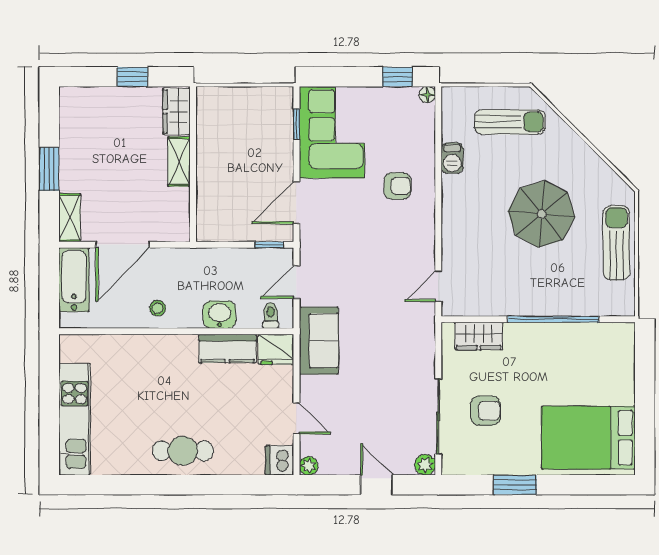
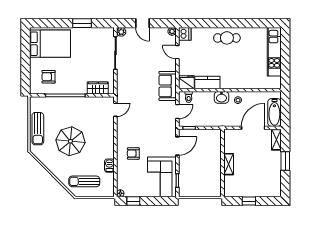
wardrobe: (176, 111) -> (230, 186), removed
washbasin: (220, 315) -> (222, 97), moved
armchair: (486, 411) -> (49, 77), moved

